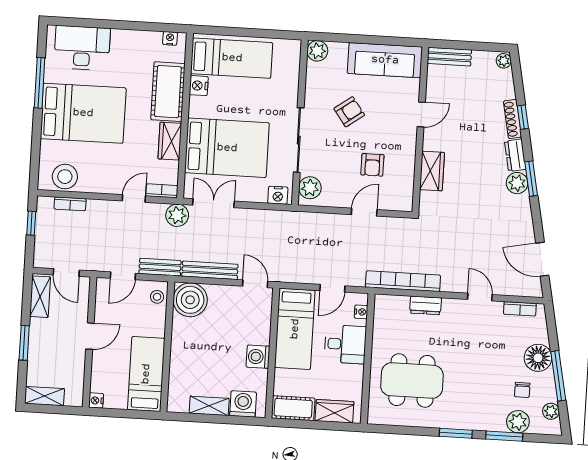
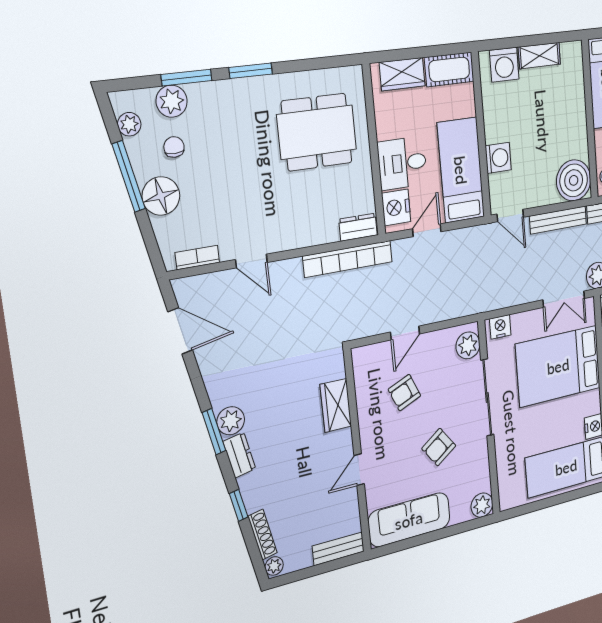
shoe rack: (513, 119) -> (262, 535), moved
armchair: (372, 165) -> (404, 393), turned -113
dresser: (426, 305) -> (358, 227), moved
nightstand: (361, 312) -> (396, 207), width x1.89, depth x1.79
washing machine: (258, 357) -> (498, 158), moved

